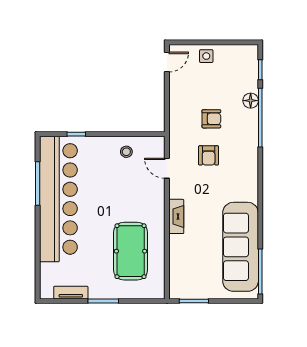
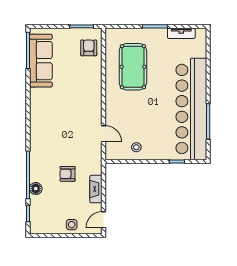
armchair: (209, 155) -> (89, 48), moved
fireplace: (176, 216) -> (96, 189), moved
sofa: (241, 247) -> (41, 61), width x0.74, depth x0.79

